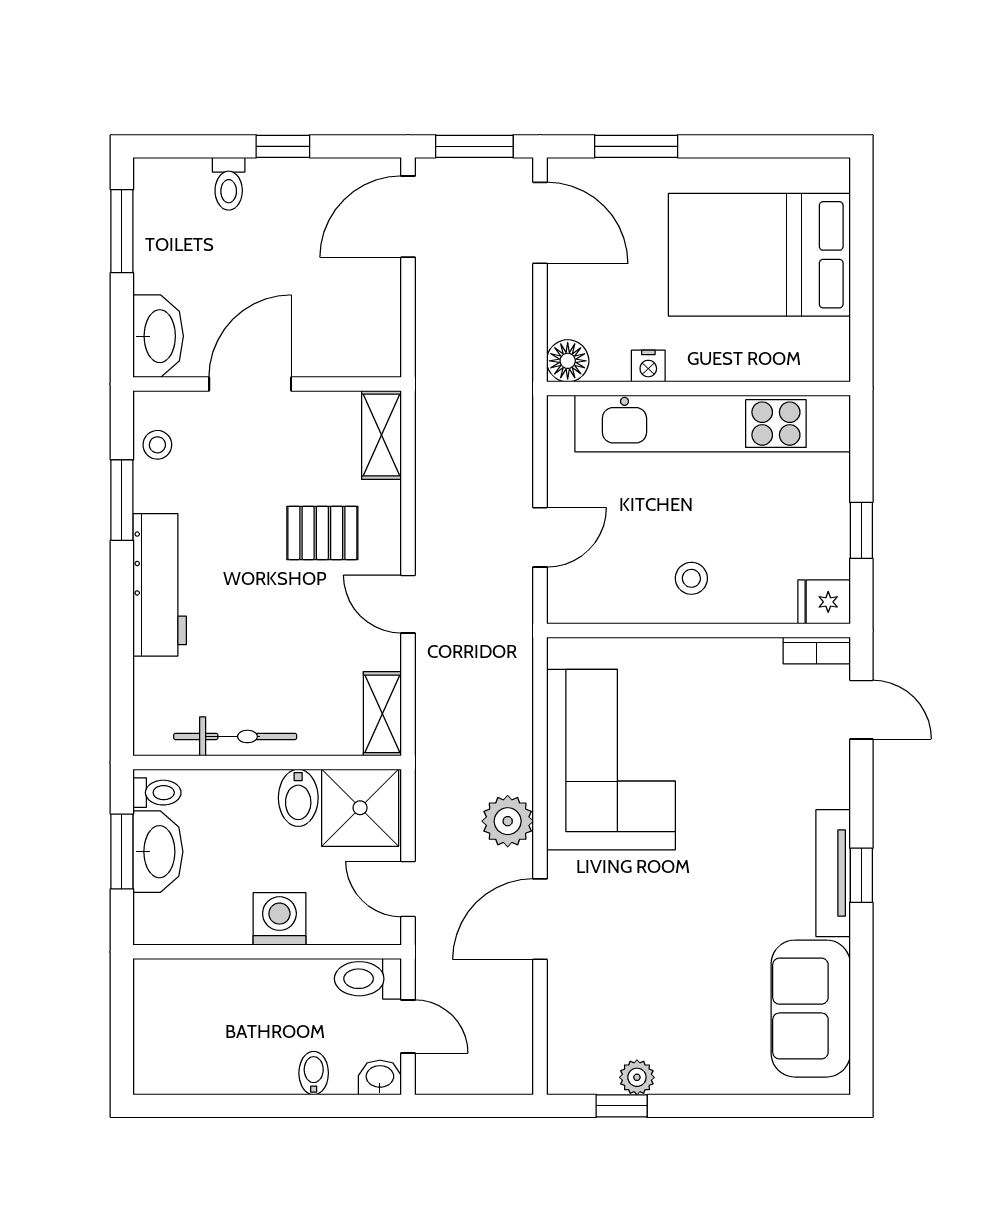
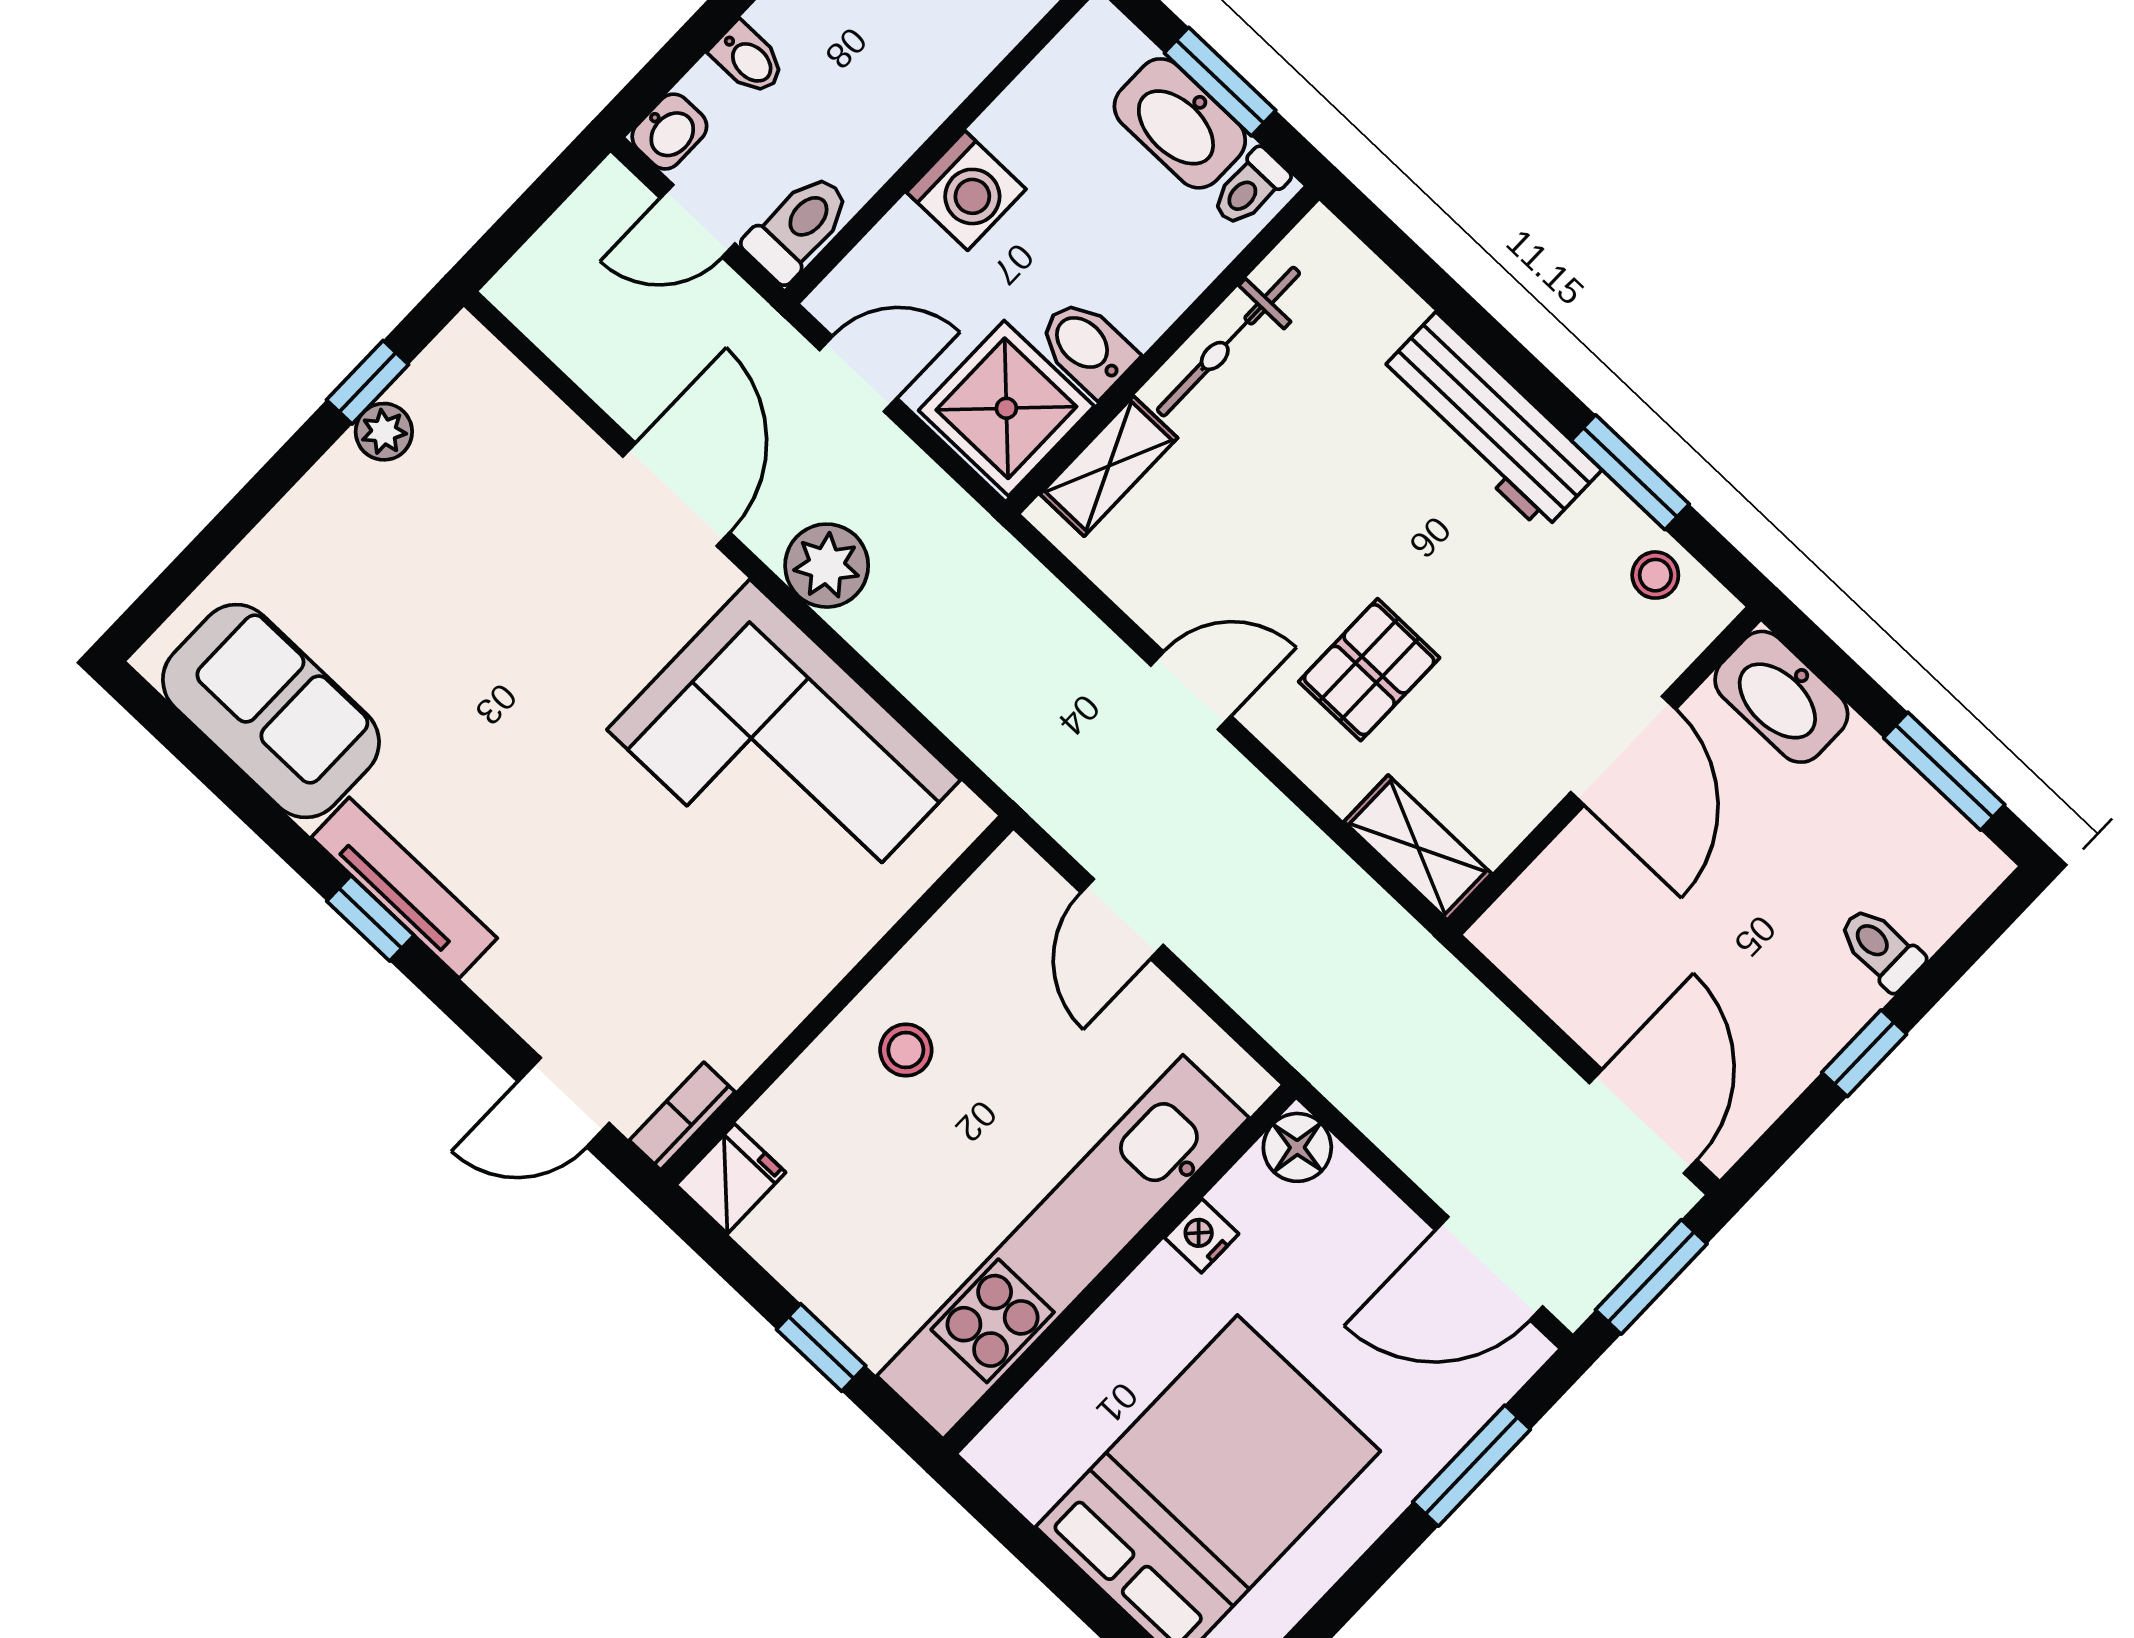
window: (861, 530) -> (821, 1348), moved
shelving: (382, 714) -> (1109, 466), moved, turned 90

